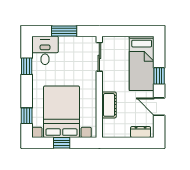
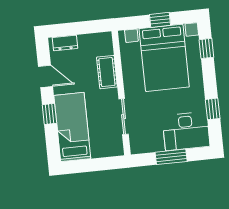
desk: (45, 50) -> (186, 131), width x1.37
sliding door: (99, 57) -> (124, 117), moved

